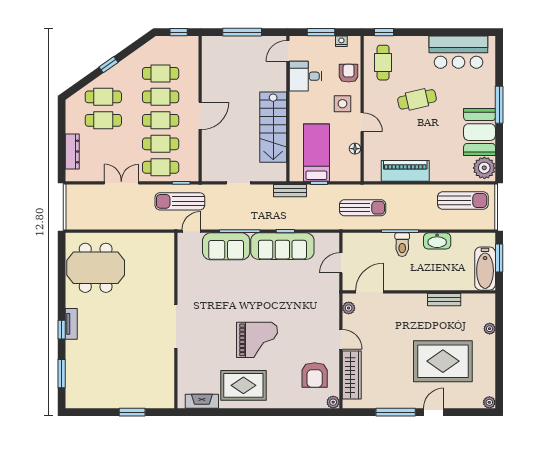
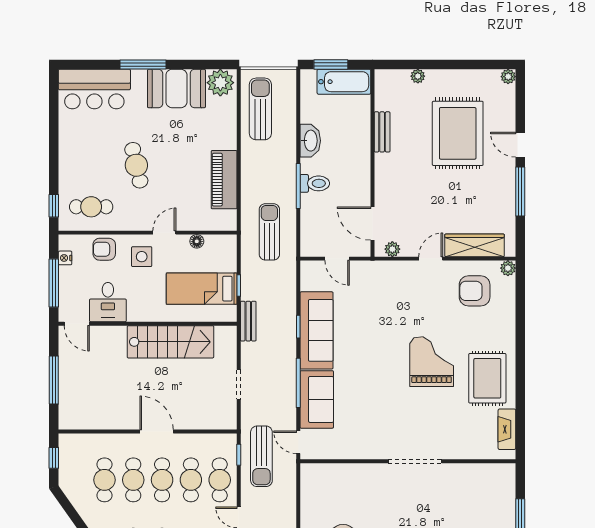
window: (321, 32) -> (54, 283), width x1.44
bar counter: (458, 52) -> (94, 89), moved, turned 90
armchair: (315, 375) -> (475, 291), turned 180

